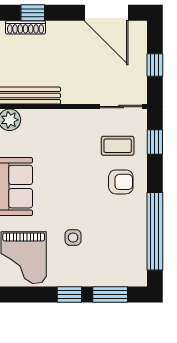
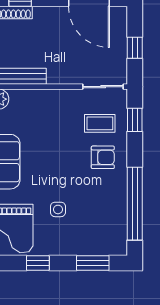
window: (69, 295) -> (38, 263), moved

